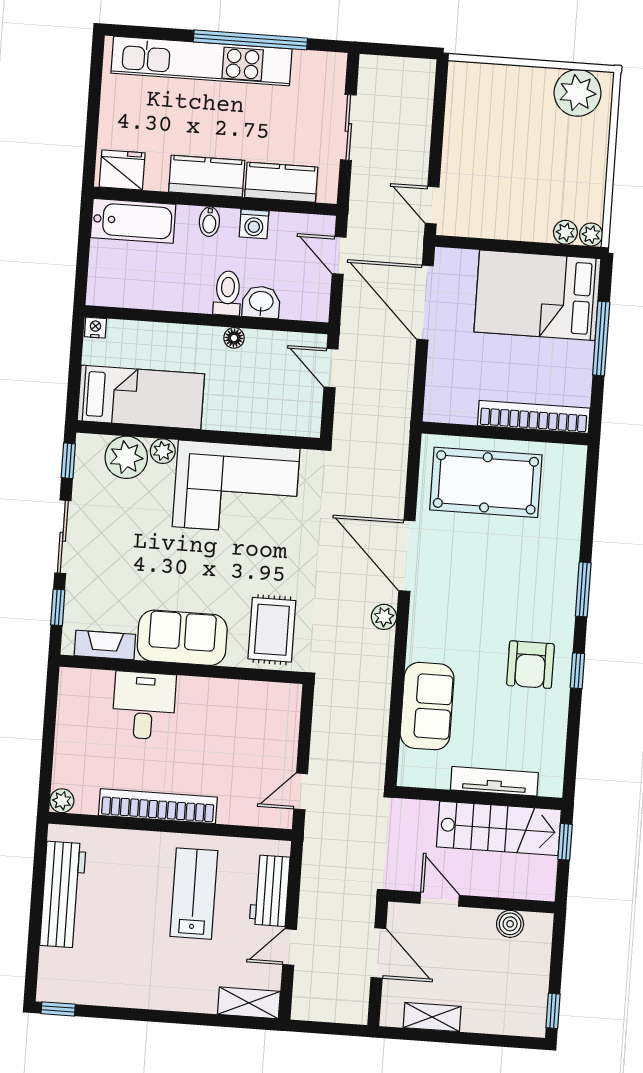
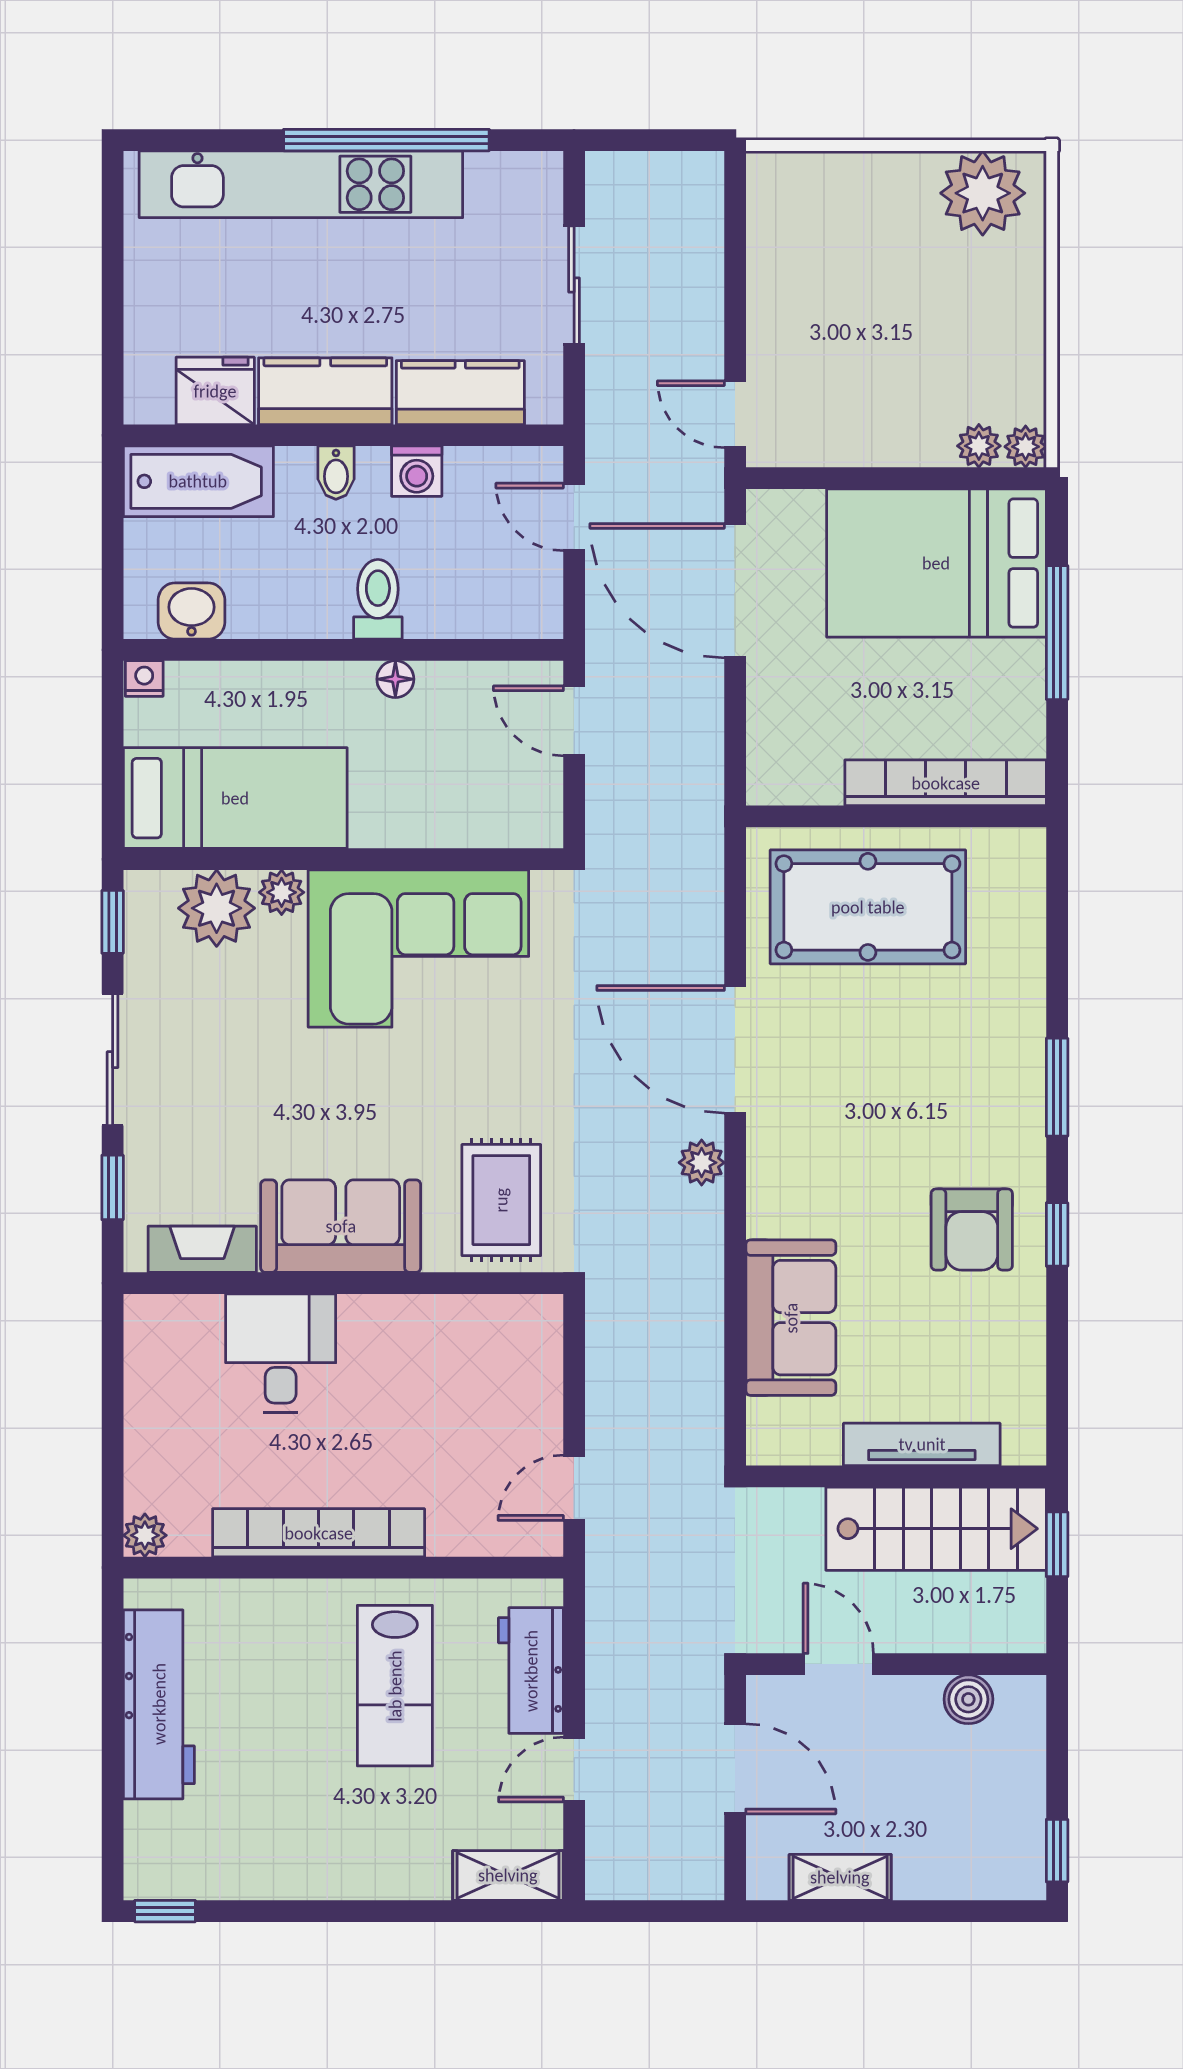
fridge: (122, 170) -> (215, 391), moved
washbasin: (261, 302) -> (191, 611), moved
lab bench: (194, 894) -> (395, 1686), turned 180

